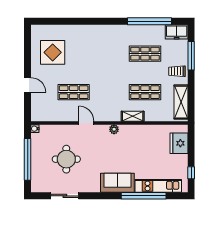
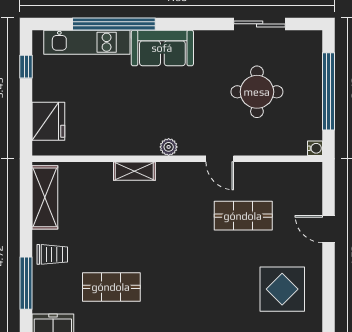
shop shelf: (145, 92) -> (111, 216), removed

